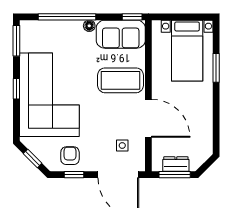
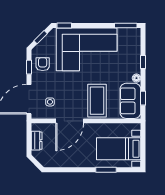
window: (67, 17) -> (143, 62), width x0.32
window: (132, 17) -> (143, 98), moved
window: (16, 89) -> (64, 25), moved
armchair: (70, 156) -> (43, 64), turned -90
window: (175, 175) -> (29, 140), removed

